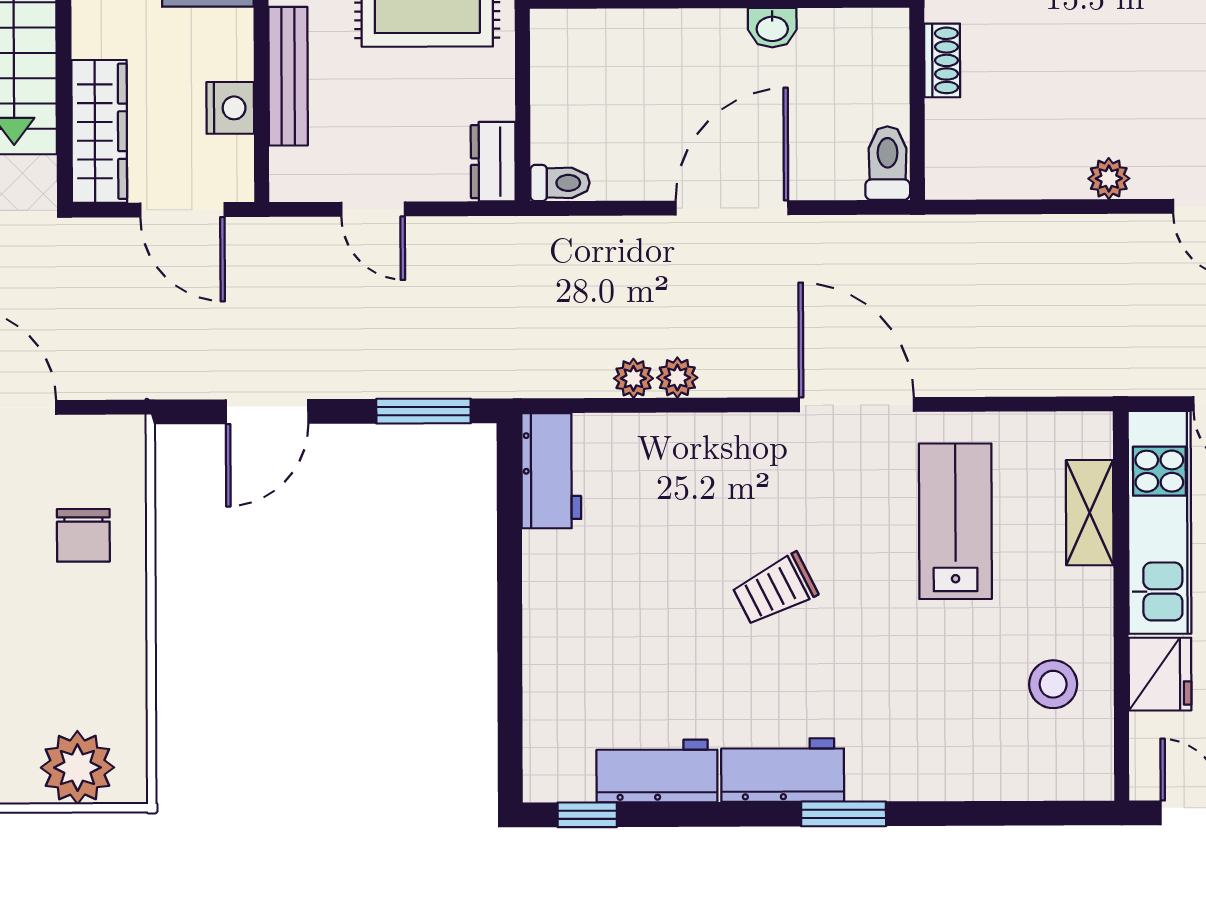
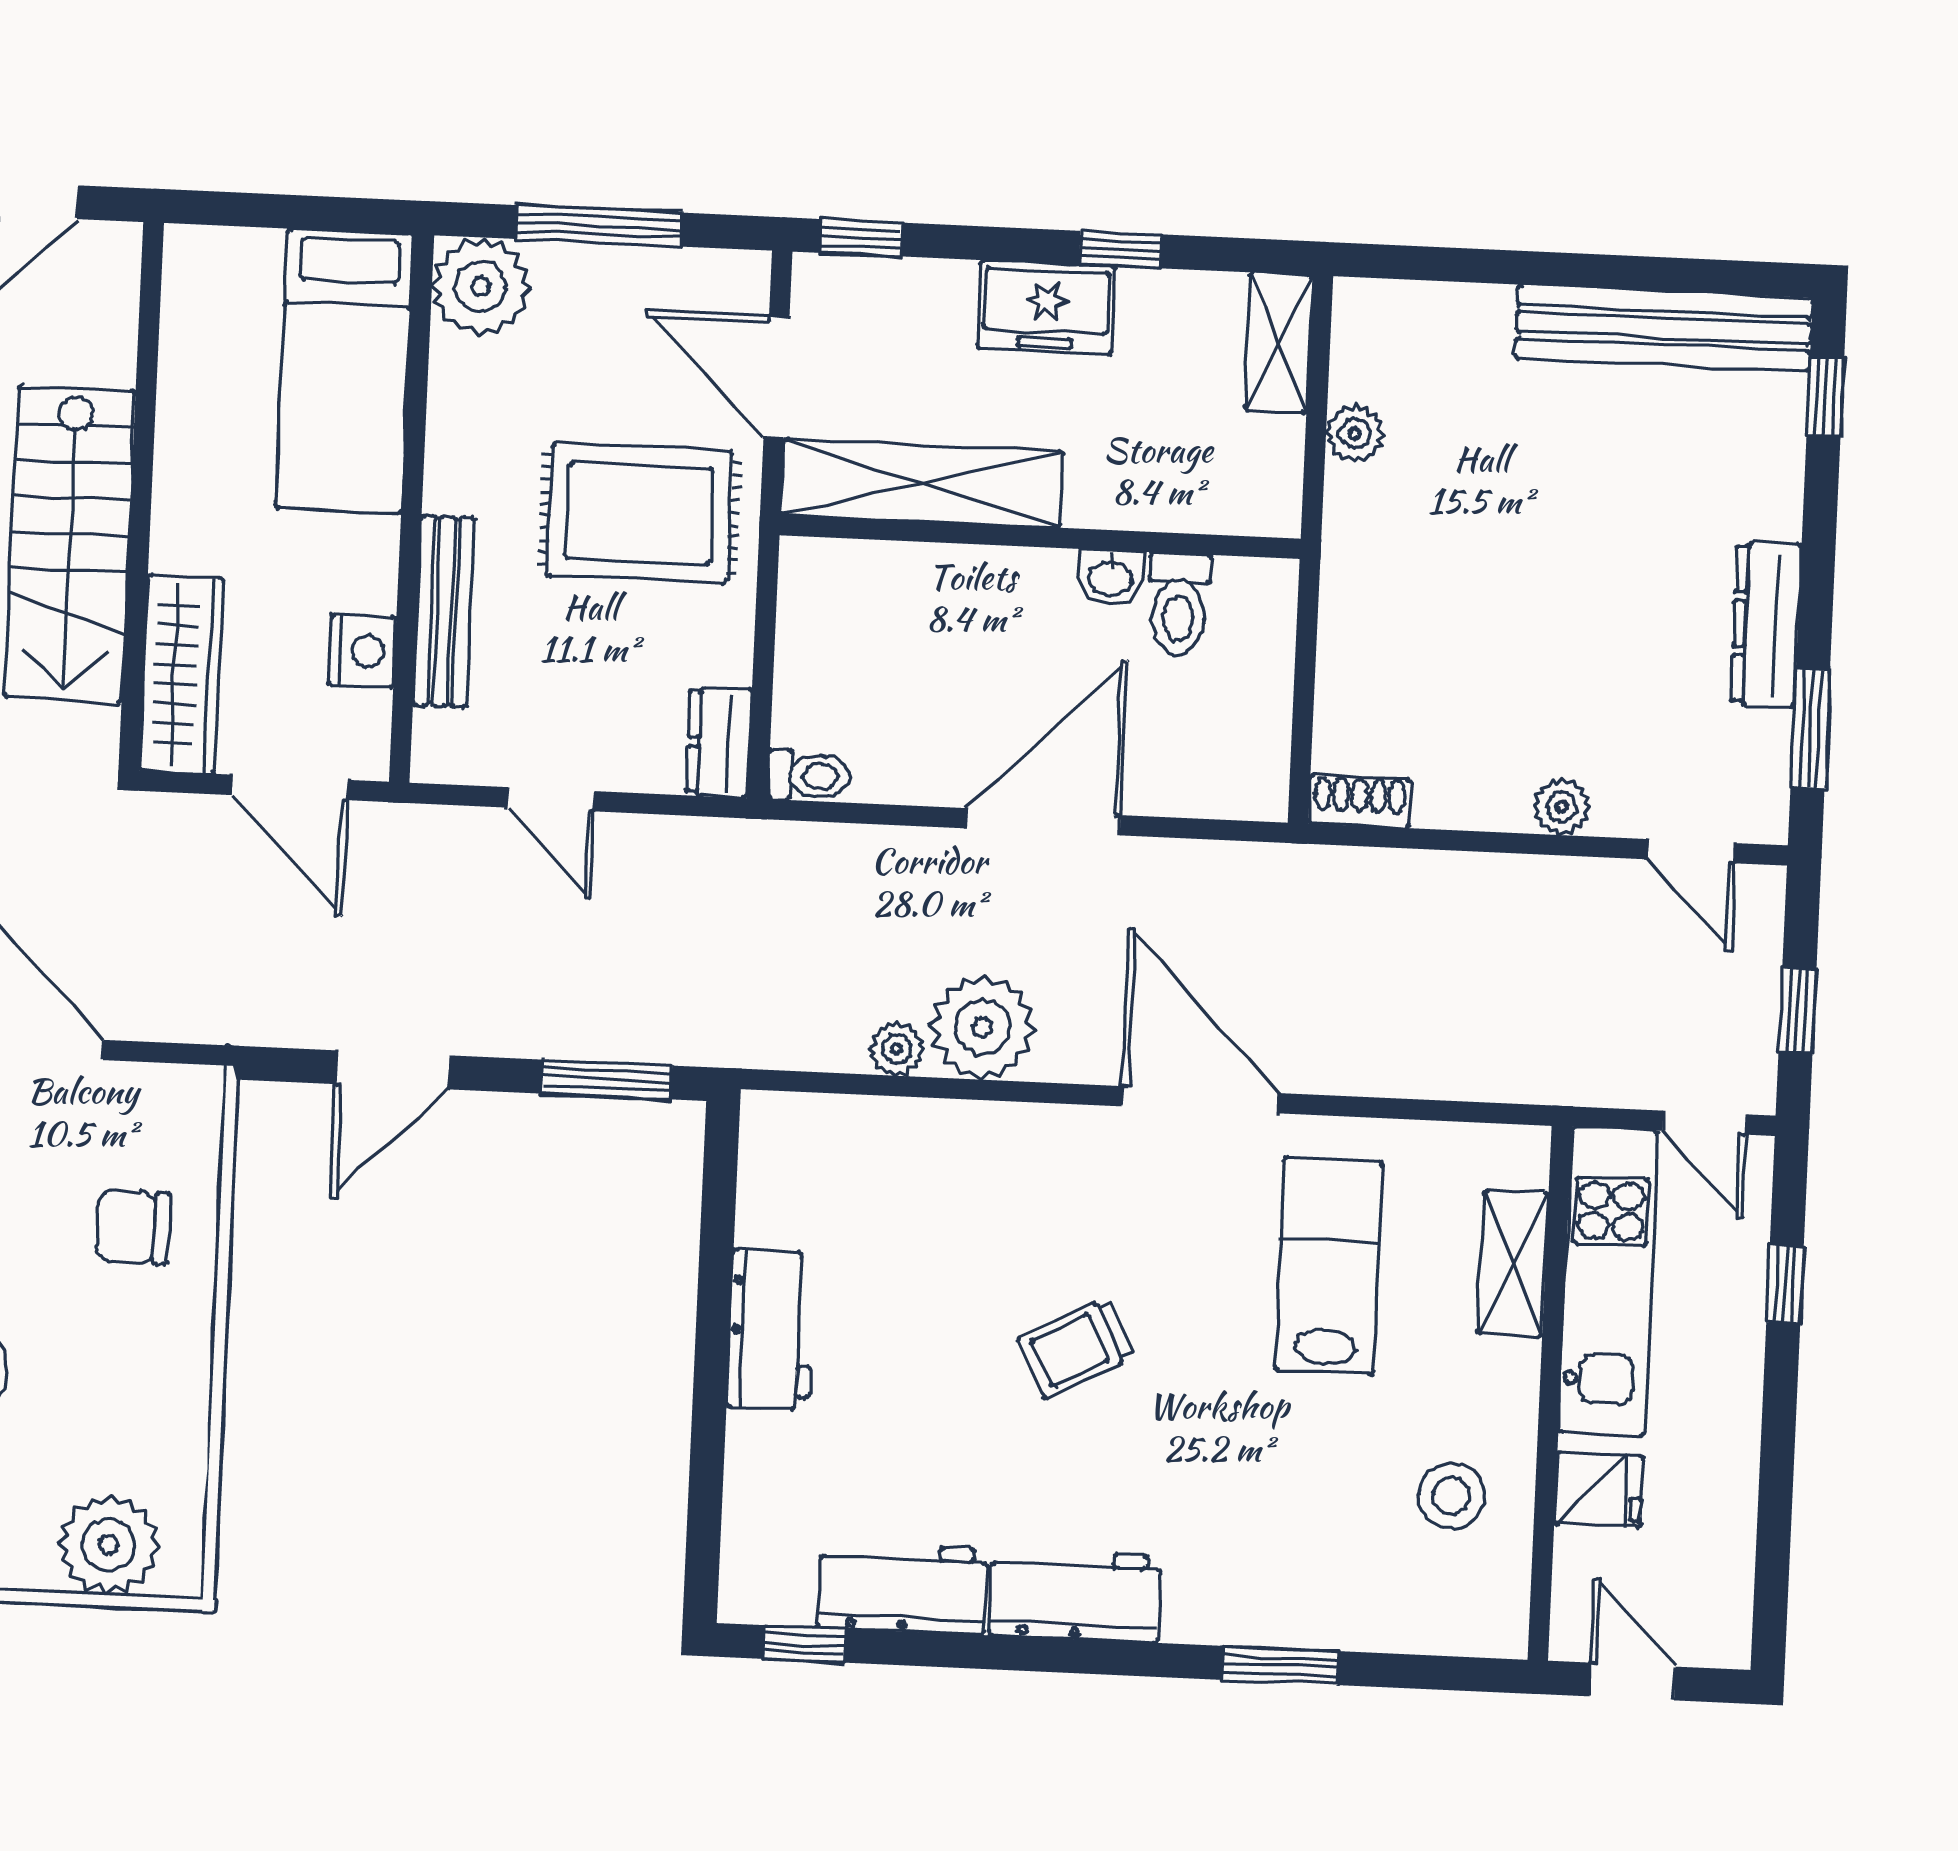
shoe rack: (942, 60) -> (1360, 801), moved, turned -90
toilet: (888, 163) -> (1179, 604), moved, turned 180
plant: (677, 378) -> (982, 1027), width x1.88, depth x1.88
workbench: (551, 471) -> (771, 1330), moved
chair: (83, 535) -> (132, 1227), turned 90
fridge: (1160, 674) -> (1599, 1489), width x0.72
window: (844, 814) -> (1280, 1665), moved

